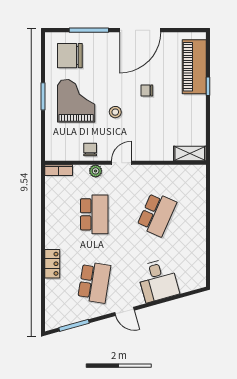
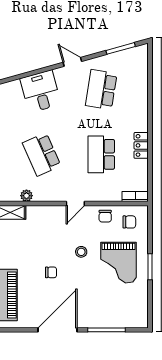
chair: (70, 56) -> (129, 222), moved, width x0.54, depth x0.54
plant: (96, 171) -> (26, 196), moved
school desk: (157, 214) -> (42, 154), turned -48
locker: (52, 264) -> (141, 145), moved

